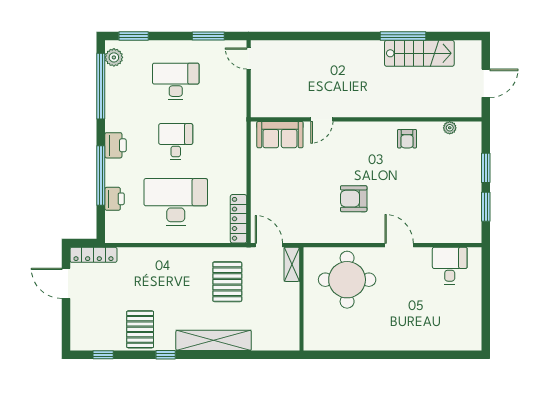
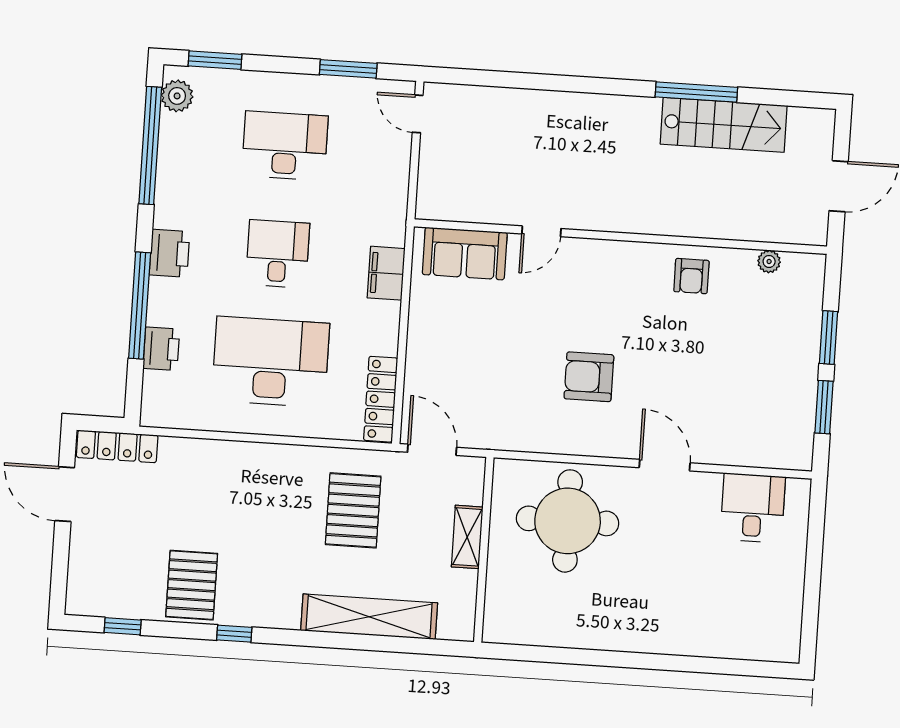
filing cabinet: (237, 148) -> (386, 273), added
shelving: (292, 264) -> (467, 537), moved
shelving: (214, 340) -> (369, 617), moved

